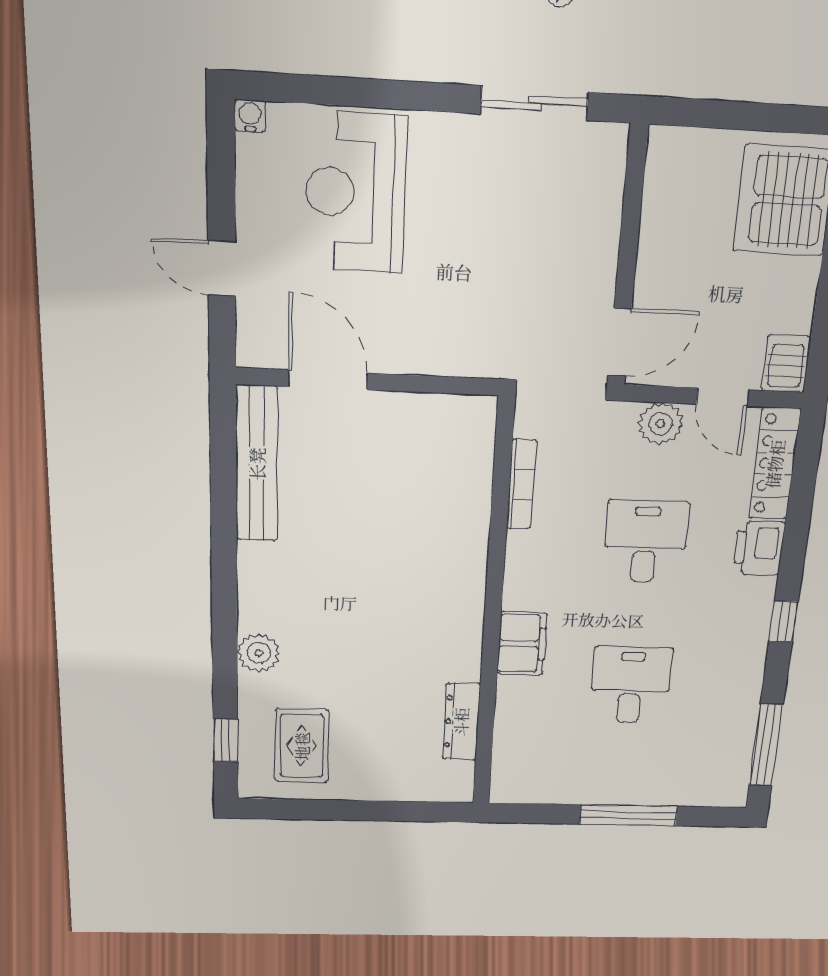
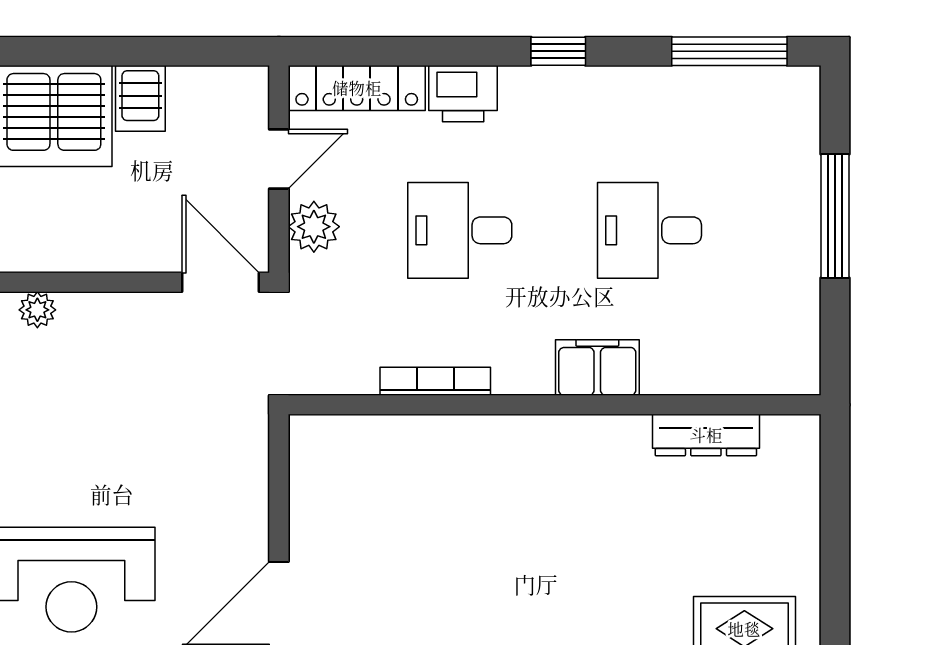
plant: (609, 175) -> (37, 310), added
server rack: (786, 364) -> (140, 98), moved, turned -90
bookcase: (522, 484) -> (435, 381), moved

